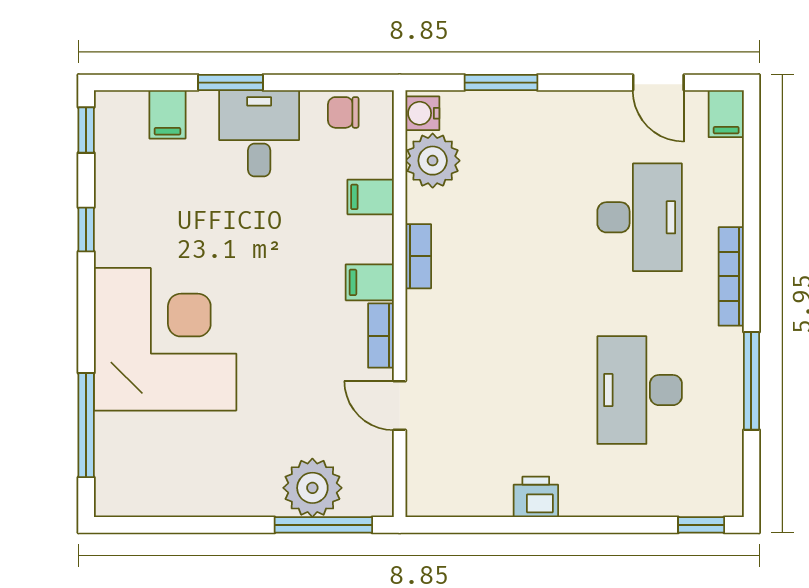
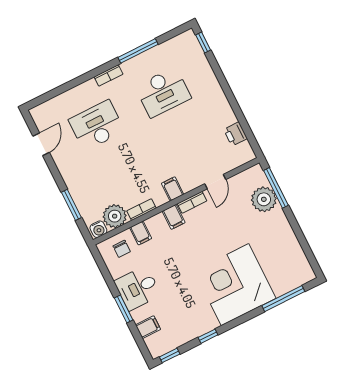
chair: (343, 112) -> (122, 249), moved
filing cabinet: (726, 114) -> (173, 189), moved, turned -90
bookcase: (418, 256) -> (142, 210), moved
bookcase: (731, 276) -> (109, 75), width x0.64
printer: (536, 497) -> (235, 134), moved

